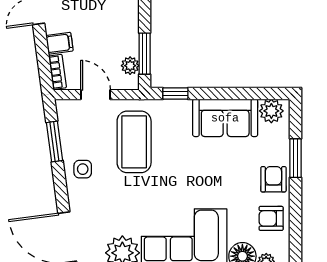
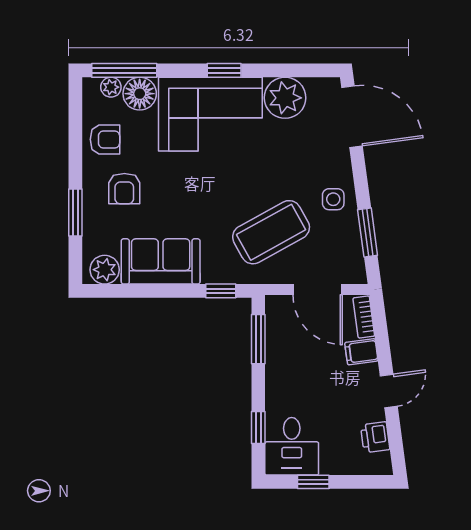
plant: (130, 66) -> (276, 325), removed
door: (96, 95) -> (318, 290), width x1.38
coffee table: (134, 142) -> (271, 232), turned 61
armchair: (273, 179) -> (124, 189), moved

